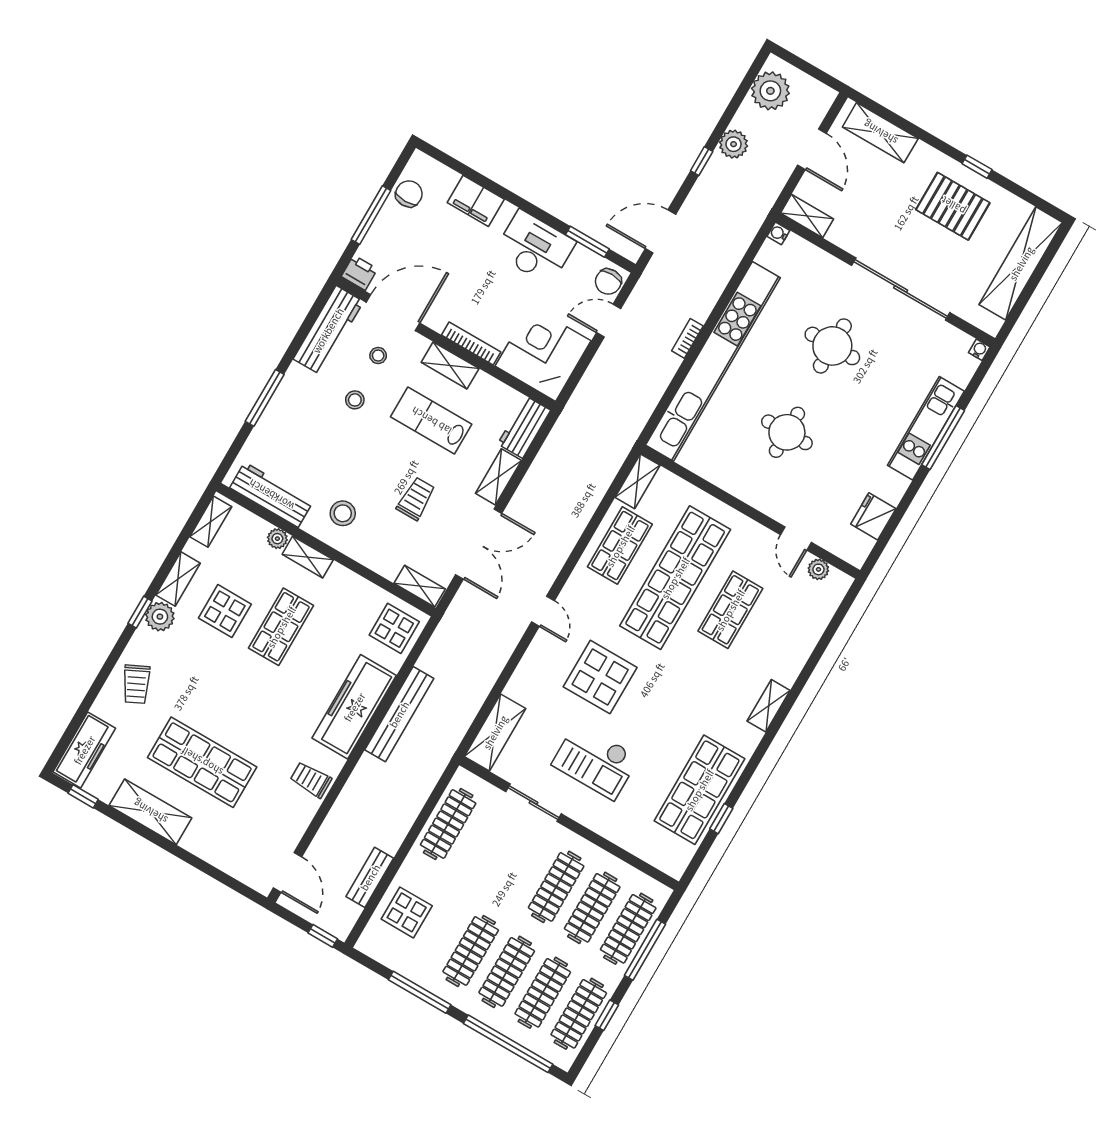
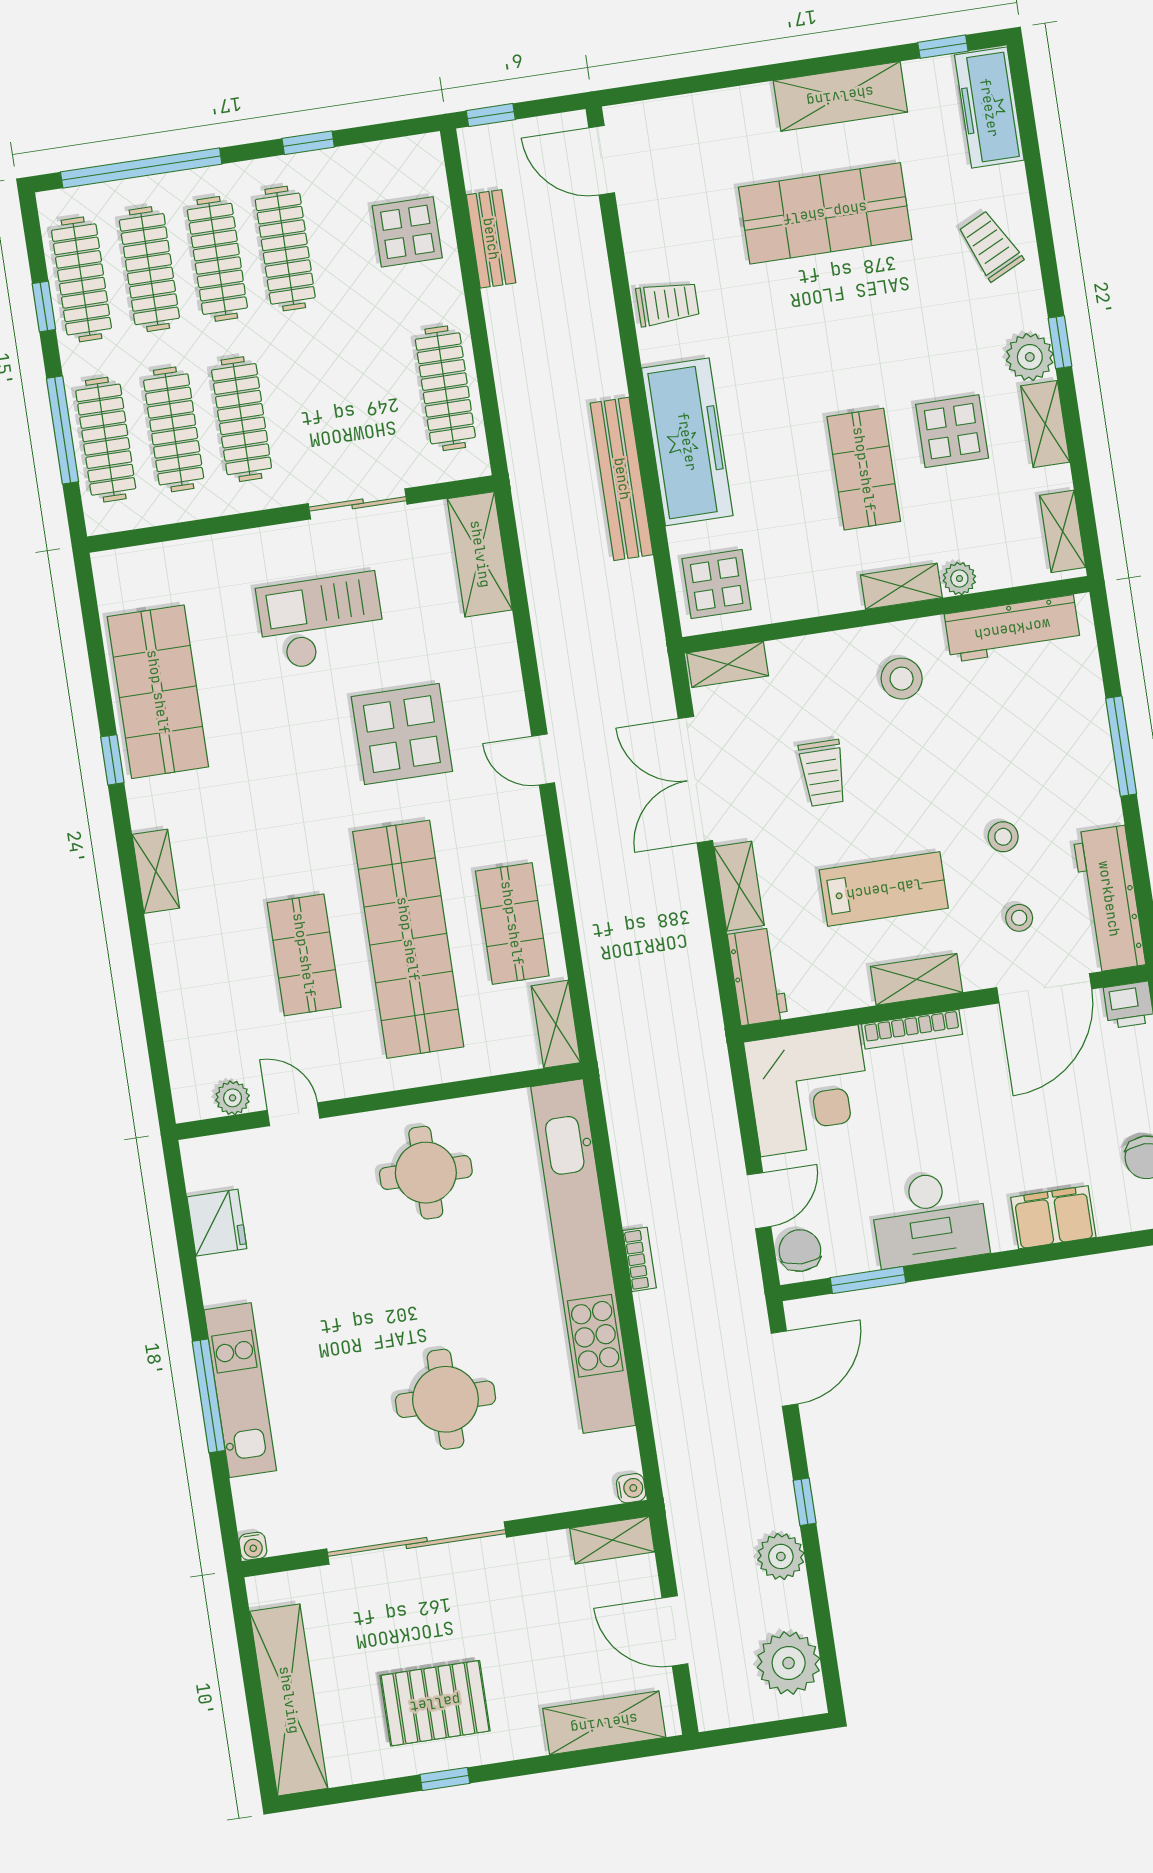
round table: (787, 432) -> (426, 1173), moved
window: (721, 819) -> (112, 760), moved
window: (420, 992) -> (308, 143), width x0.46

